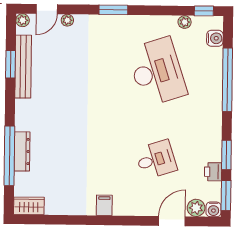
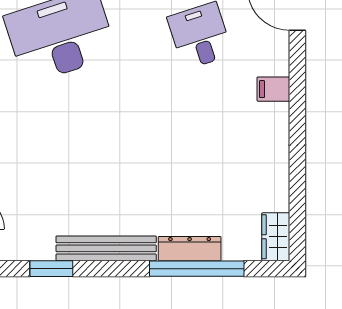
bench: (23, 67) -> (106, 248), moved
filing cabinet: (104, 205) -> (273, 89), moved

